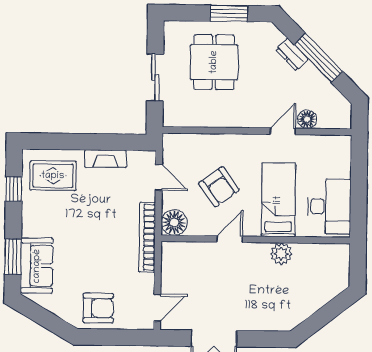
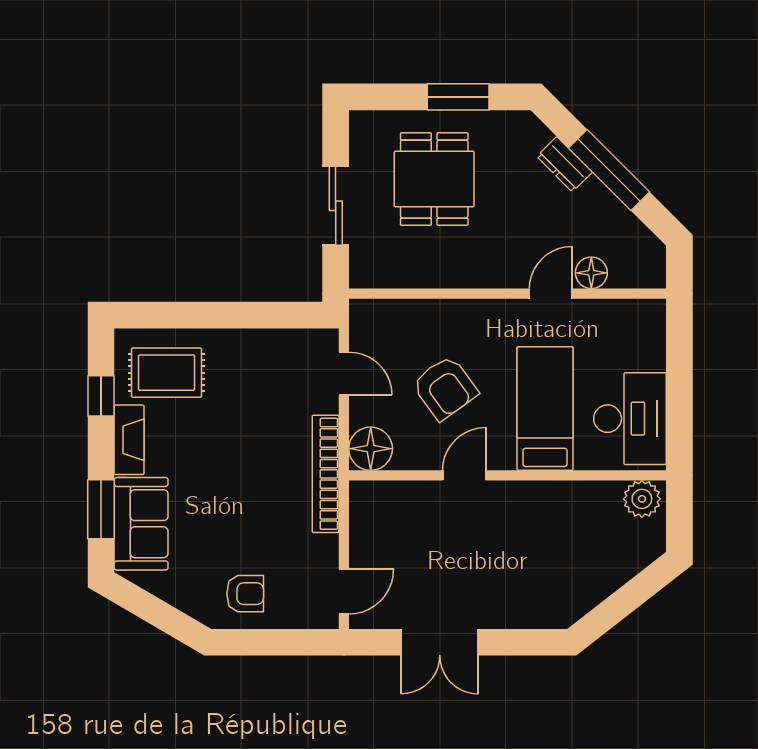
fireplace: (105, 159) -> (129, 440), moved, turned -90
plant: (281, 254) -> (642, 499), moved
armchair: (98, 308) -> (245, 594), width x0.72, depth x0.72

